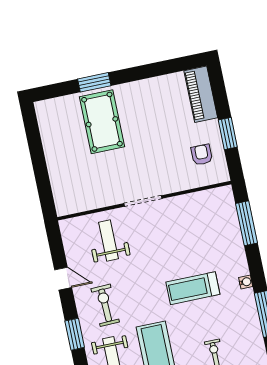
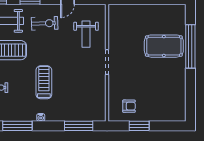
window: (94, 82) -> (190, 46), width x2.11
piano: (201, 94) -> (168, 114), removed
weight bench: (108, 241) -> (86, 34), turned 90

